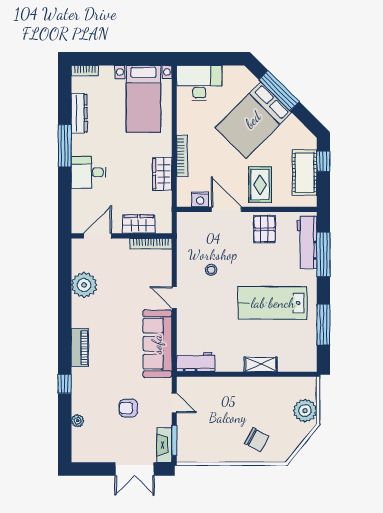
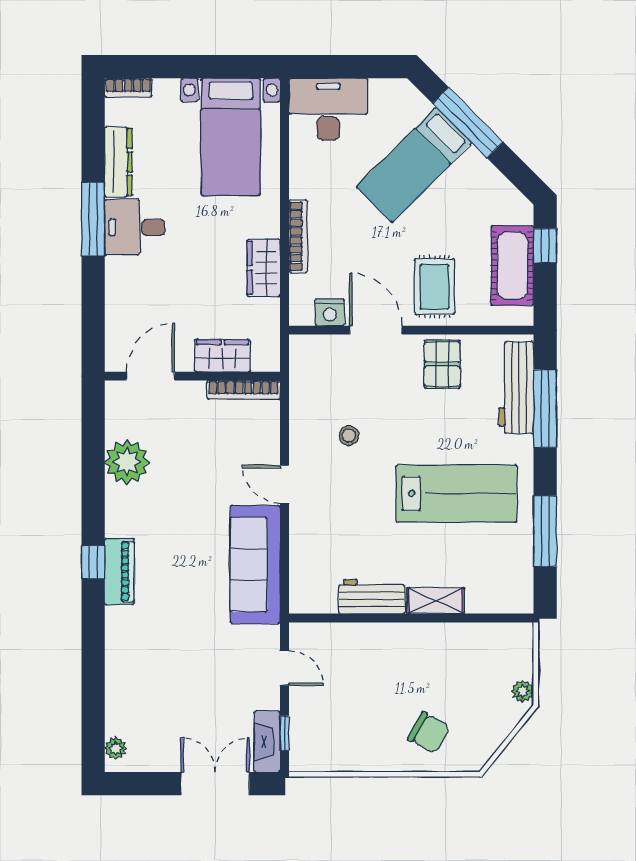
bed: (253, 120) -> (414, 165), width x0.67
desk: (88, 172) -> (135, 227), moved
lab bench: (273, 303) -> (456, 494), turned 180
workbench: (196, 362) -> (372, 597), moved
window: (65, 384) -> (93, 562), moved
armchair: (128, 408) -> (204, 677), removed
plant: (305, 411) -> (523, 691), width x0.53, depth x0.53
plant: (78, 421) -> (116, 748), moved
window: (174, 440) -> (285, 733), width x0.67
double door: (135, 469) -> (215, 784), swing flipped

